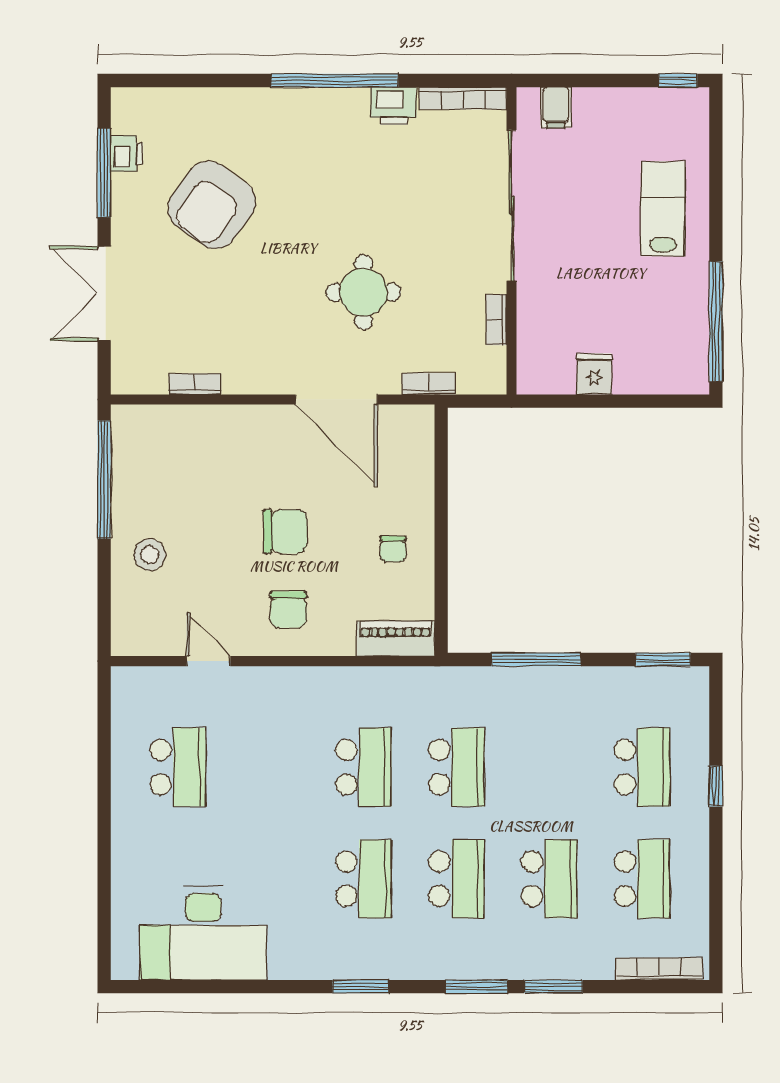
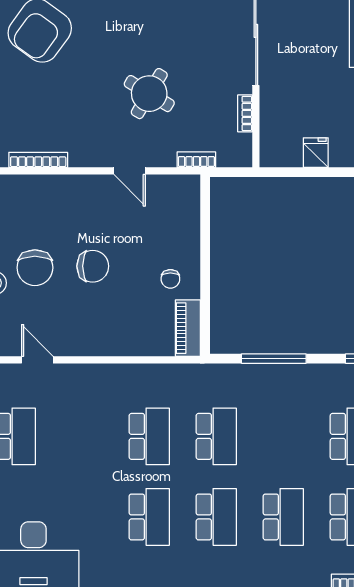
round table: (364, 292) -> (149, 94), turned 31
bookcase: (195, 384) -> (38, 160), width x1.56
door: (336, 399) -> (130, 171), width x0.53
chair: (288, 609) -> (35, 268), moved, width x1.37, depth x1.37
piano: (396, 639) -> (188, 328), moved, turned -90

